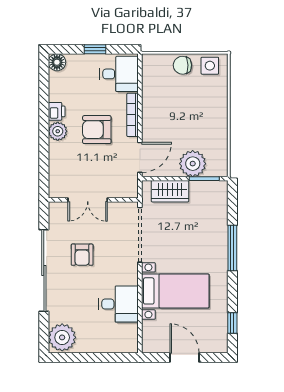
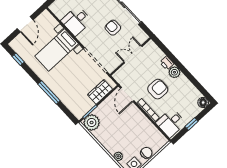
plant: (220, 93) -> (118, 156), added
printer: (57, 111) -> (167, 63), moved
plant: (193, 164) -> (92, 123), moved
door: (185, 357) -> (25, 24), hinge flipped

